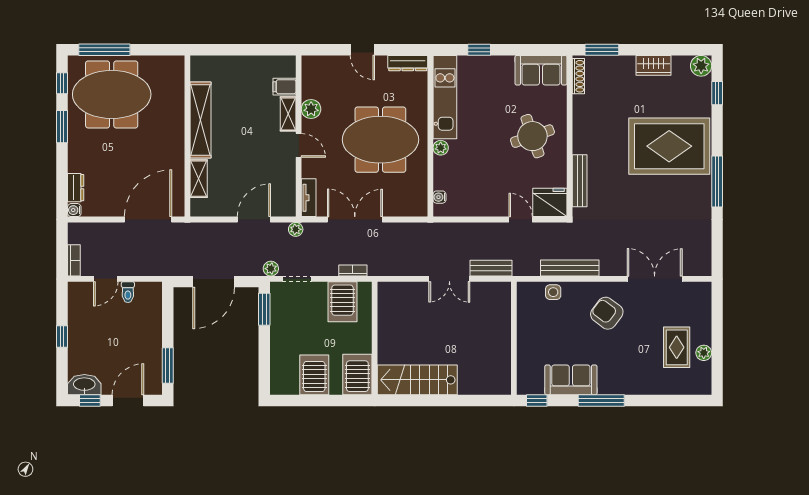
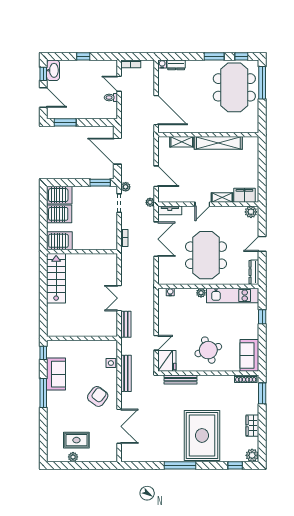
filing cabinet: (285, 87) -> (244, 195), width x2.00
plant: (311, 109) -> (251, 212), moved
server rack: (342, 302) -> (59, 195), moved, turned 180

